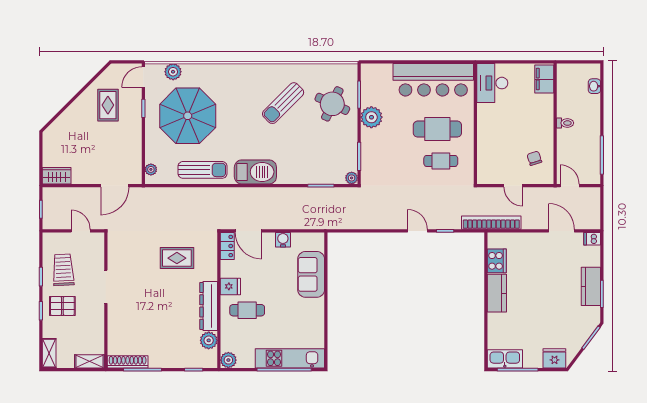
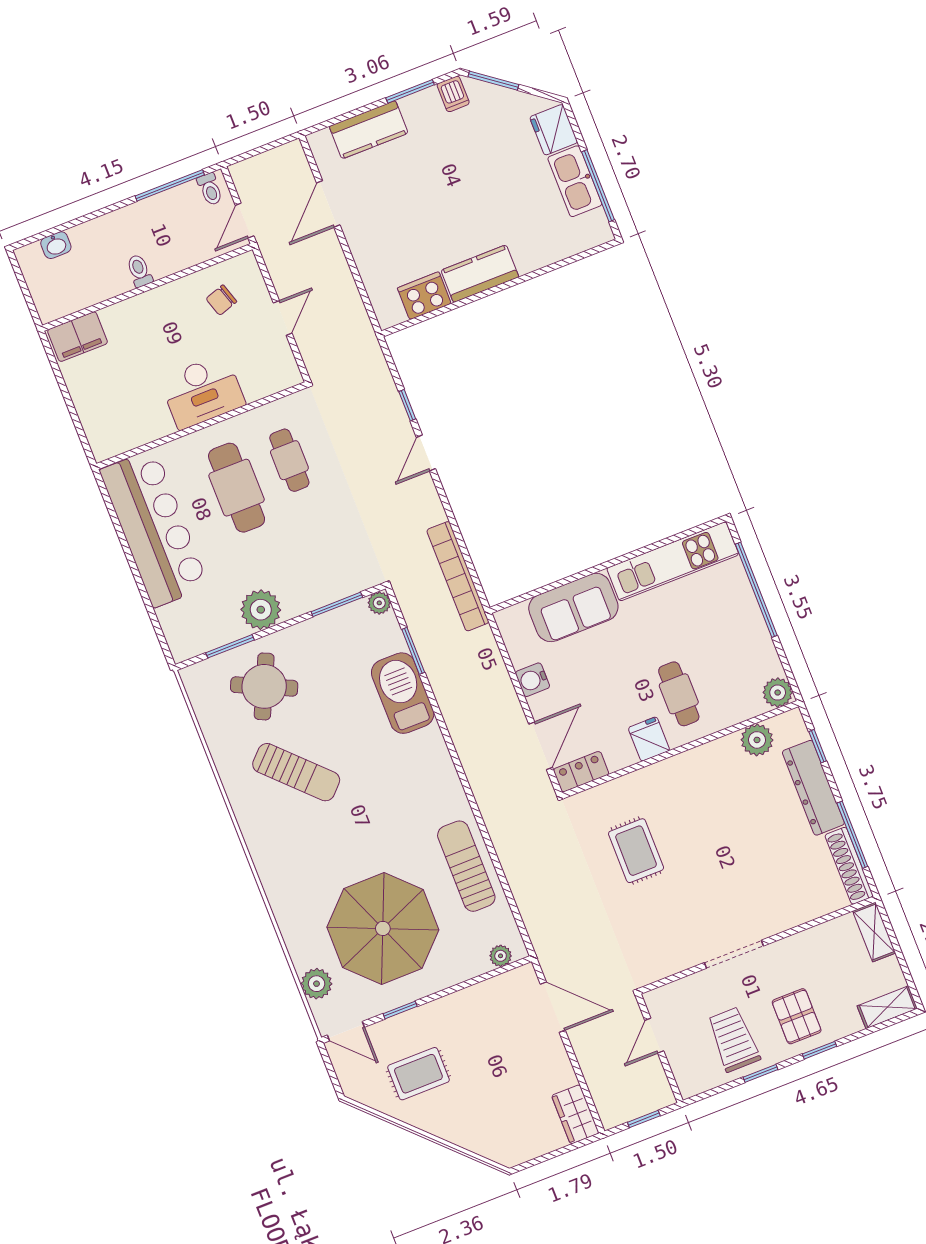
desk: (492, 83) -> (202, 392), moved
barbecue: (255, 172) -> (403, 693), moved
toilet: (592, 174) -> (210, 189), added
bookcase: (491, 223) -> (458, 576), moved
dishwasher: (592, 239) -> (453, 94), moved
trolley: (63, 270) -> (734, 1039), turned 93
kitchen counter: (591, 286) -> (369, 130), moved
dresser: (209, 306) -> (813, 788), moved, turned 90
kitchen unit: (290, 358) -> (673, 561), moved, turned -90
kitchen sink: (505, 359) -> (575, 181), moved

